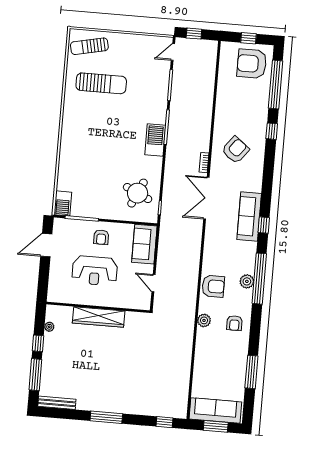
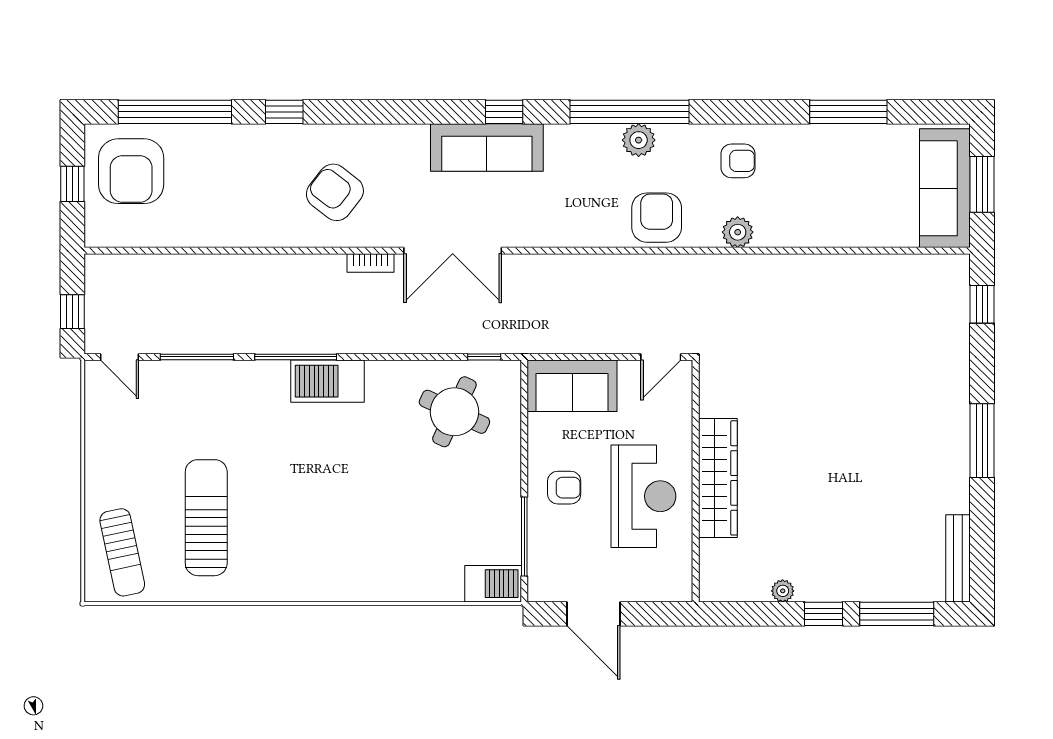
wall: (98, 307) -> (696, 481), moved
wardrobe: (99, 317) -> (718, 478), moved

